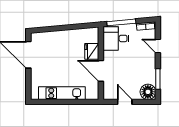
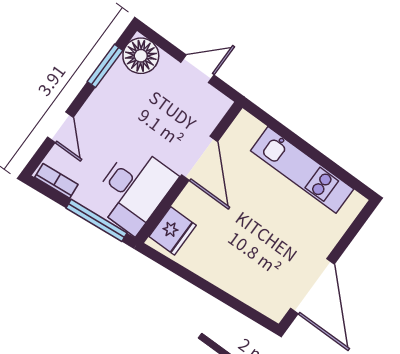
desk: (116, 38) -> (134, 190), width x1.37
fridge: (92, 51) -> (173, 231), moved
door: (125, 102) -> (197, 69), swing flipped

